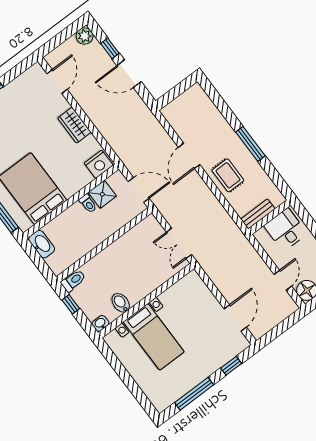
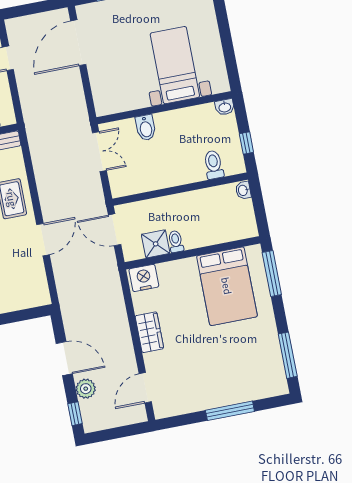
plant: (85, 36) -> (86, 389), moved
window: (110, 48) -> (75, 414), moved
washbasin: (42, 244) -> (243, 190), moved, width x0.52, depth x0.69
toilet: (73, 281) -> (214, 165), moved, turned 90
bidet: (121, 303) -> (146, 128), moved
door: (235, 318) -> (78, 43), width x1.36

